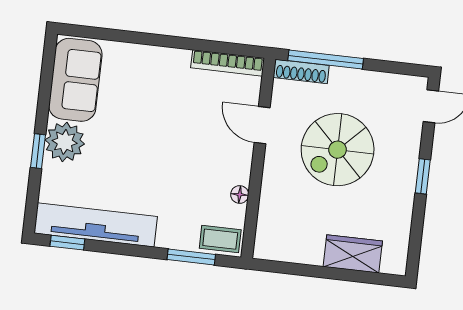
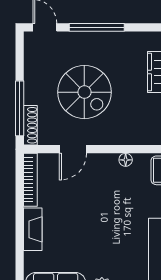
fireplace: (160, 58) -> (33, 229), added
window: (423, 176) -> (97, 27), width x2.17

